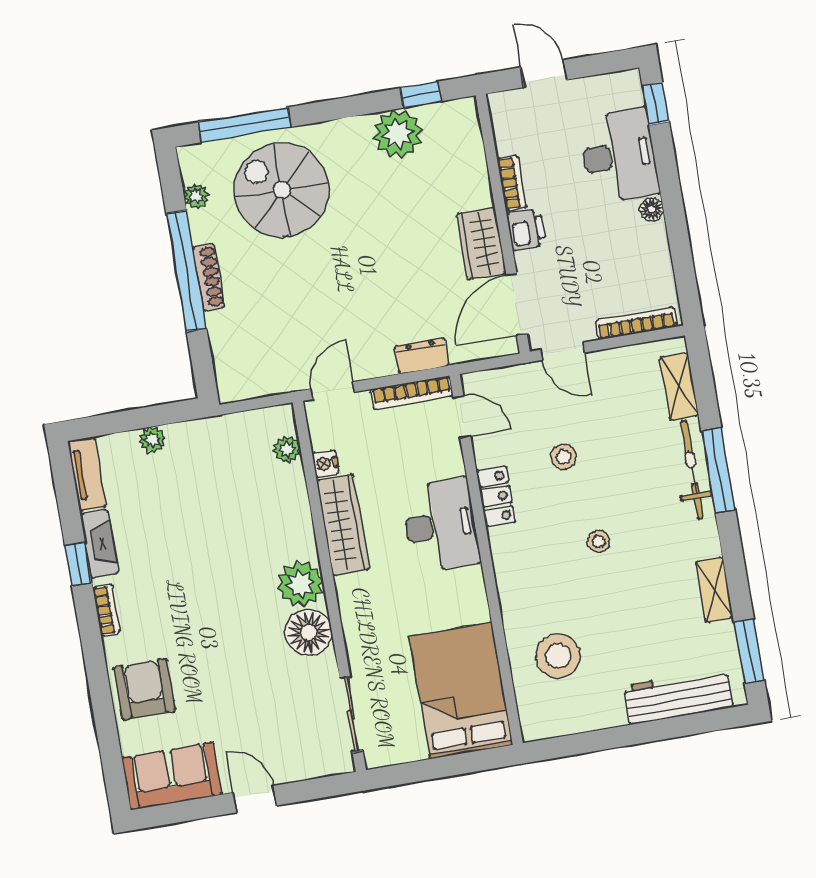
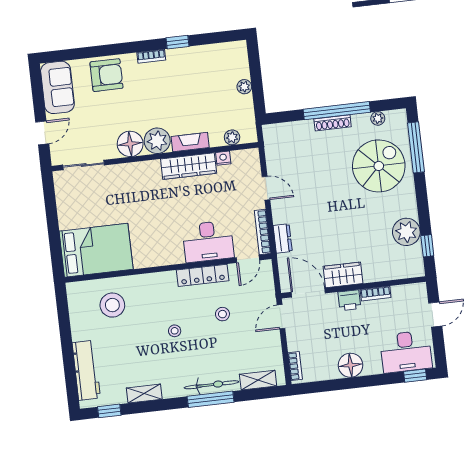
desk: (619, 156) -> (406, 352), moved
floor lamp: (652, 209) -> (350, 365), width x1.89, depth x1.89
bookcase: (636, 323) -> (295, 366), width x0.64
plant: (287, 450) -> (232, 137), moved
nightstand: (325, 463) -> (223, 158), moved
tv unit: (87, 474) -> (227, 50), removed
locker: (496, 496) -> (203, 275), width x1.53
wardrobe: (343, 525) -> (189, 166), moved
desk: (440, 525) -> (208, 241), moved
fireplace: (99, 544) -> (190, 142), moved, turned 180
plant: (300, 584) -> (157, 141), moved
wall: (329, 586) -> (155, 157), moved
floor lamp: (309, 632) -> (130, 144), moved
window: (749, 651) -> (109, 411), width x0.67
sliding door: (351, 714) -> (84, 165), moved

